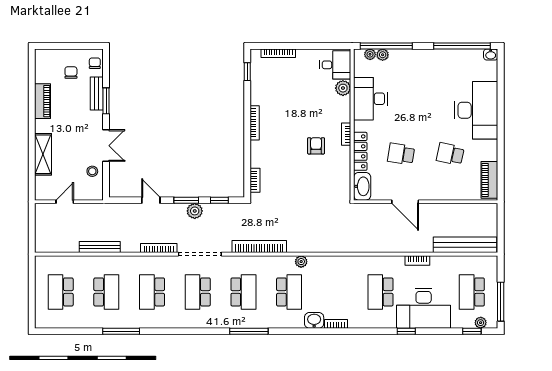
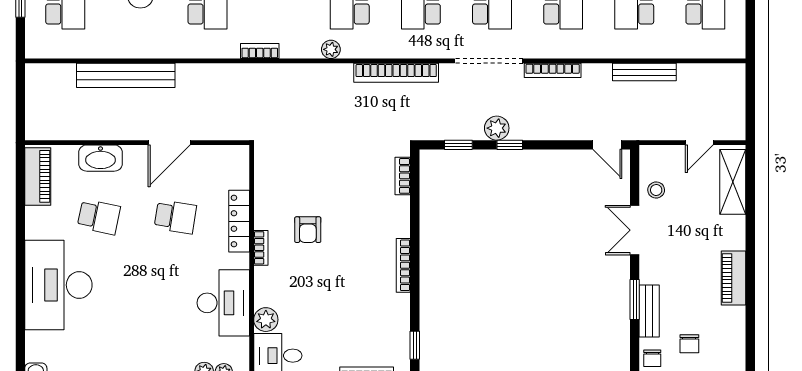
piano: (43, 101) -> (734, 278), moved
shelving: (43, 154) -> (733, 182), moved
washbasin: (362, 186) -> (100, 158), moved, turned -90
door: (151, 200) -> (607, 145), moved
window: (186, 200) -> (510, 145), width x0.67
door: (405, 202) -> (169, 143), swing flipped
bench: (465, 245) -> (126, 75), moved
bookcase: (417, 260) -> (260, 51), moved

